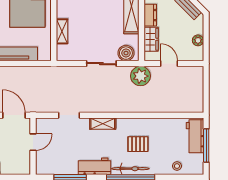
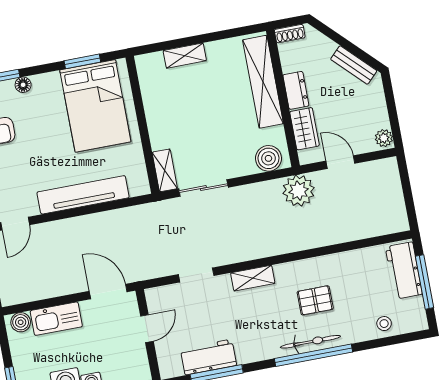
shelving: (62, 31) -> (165, 170), moved
plant: (198, 40) -> (384, 138), moved
sliding door: (101, 64) -> (203, 188), moved
workbench: (94, 166) -> (208, 357), moved

